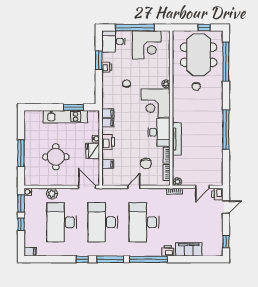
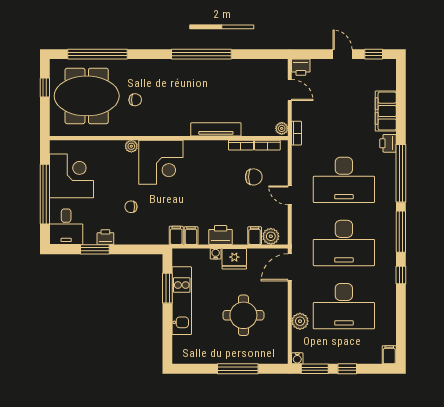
desk: (159, 132) -> (206, 157), removed
plant: (107, 175) -> (271, 236), added
door: (226, 207) -> (342, 54), moved

